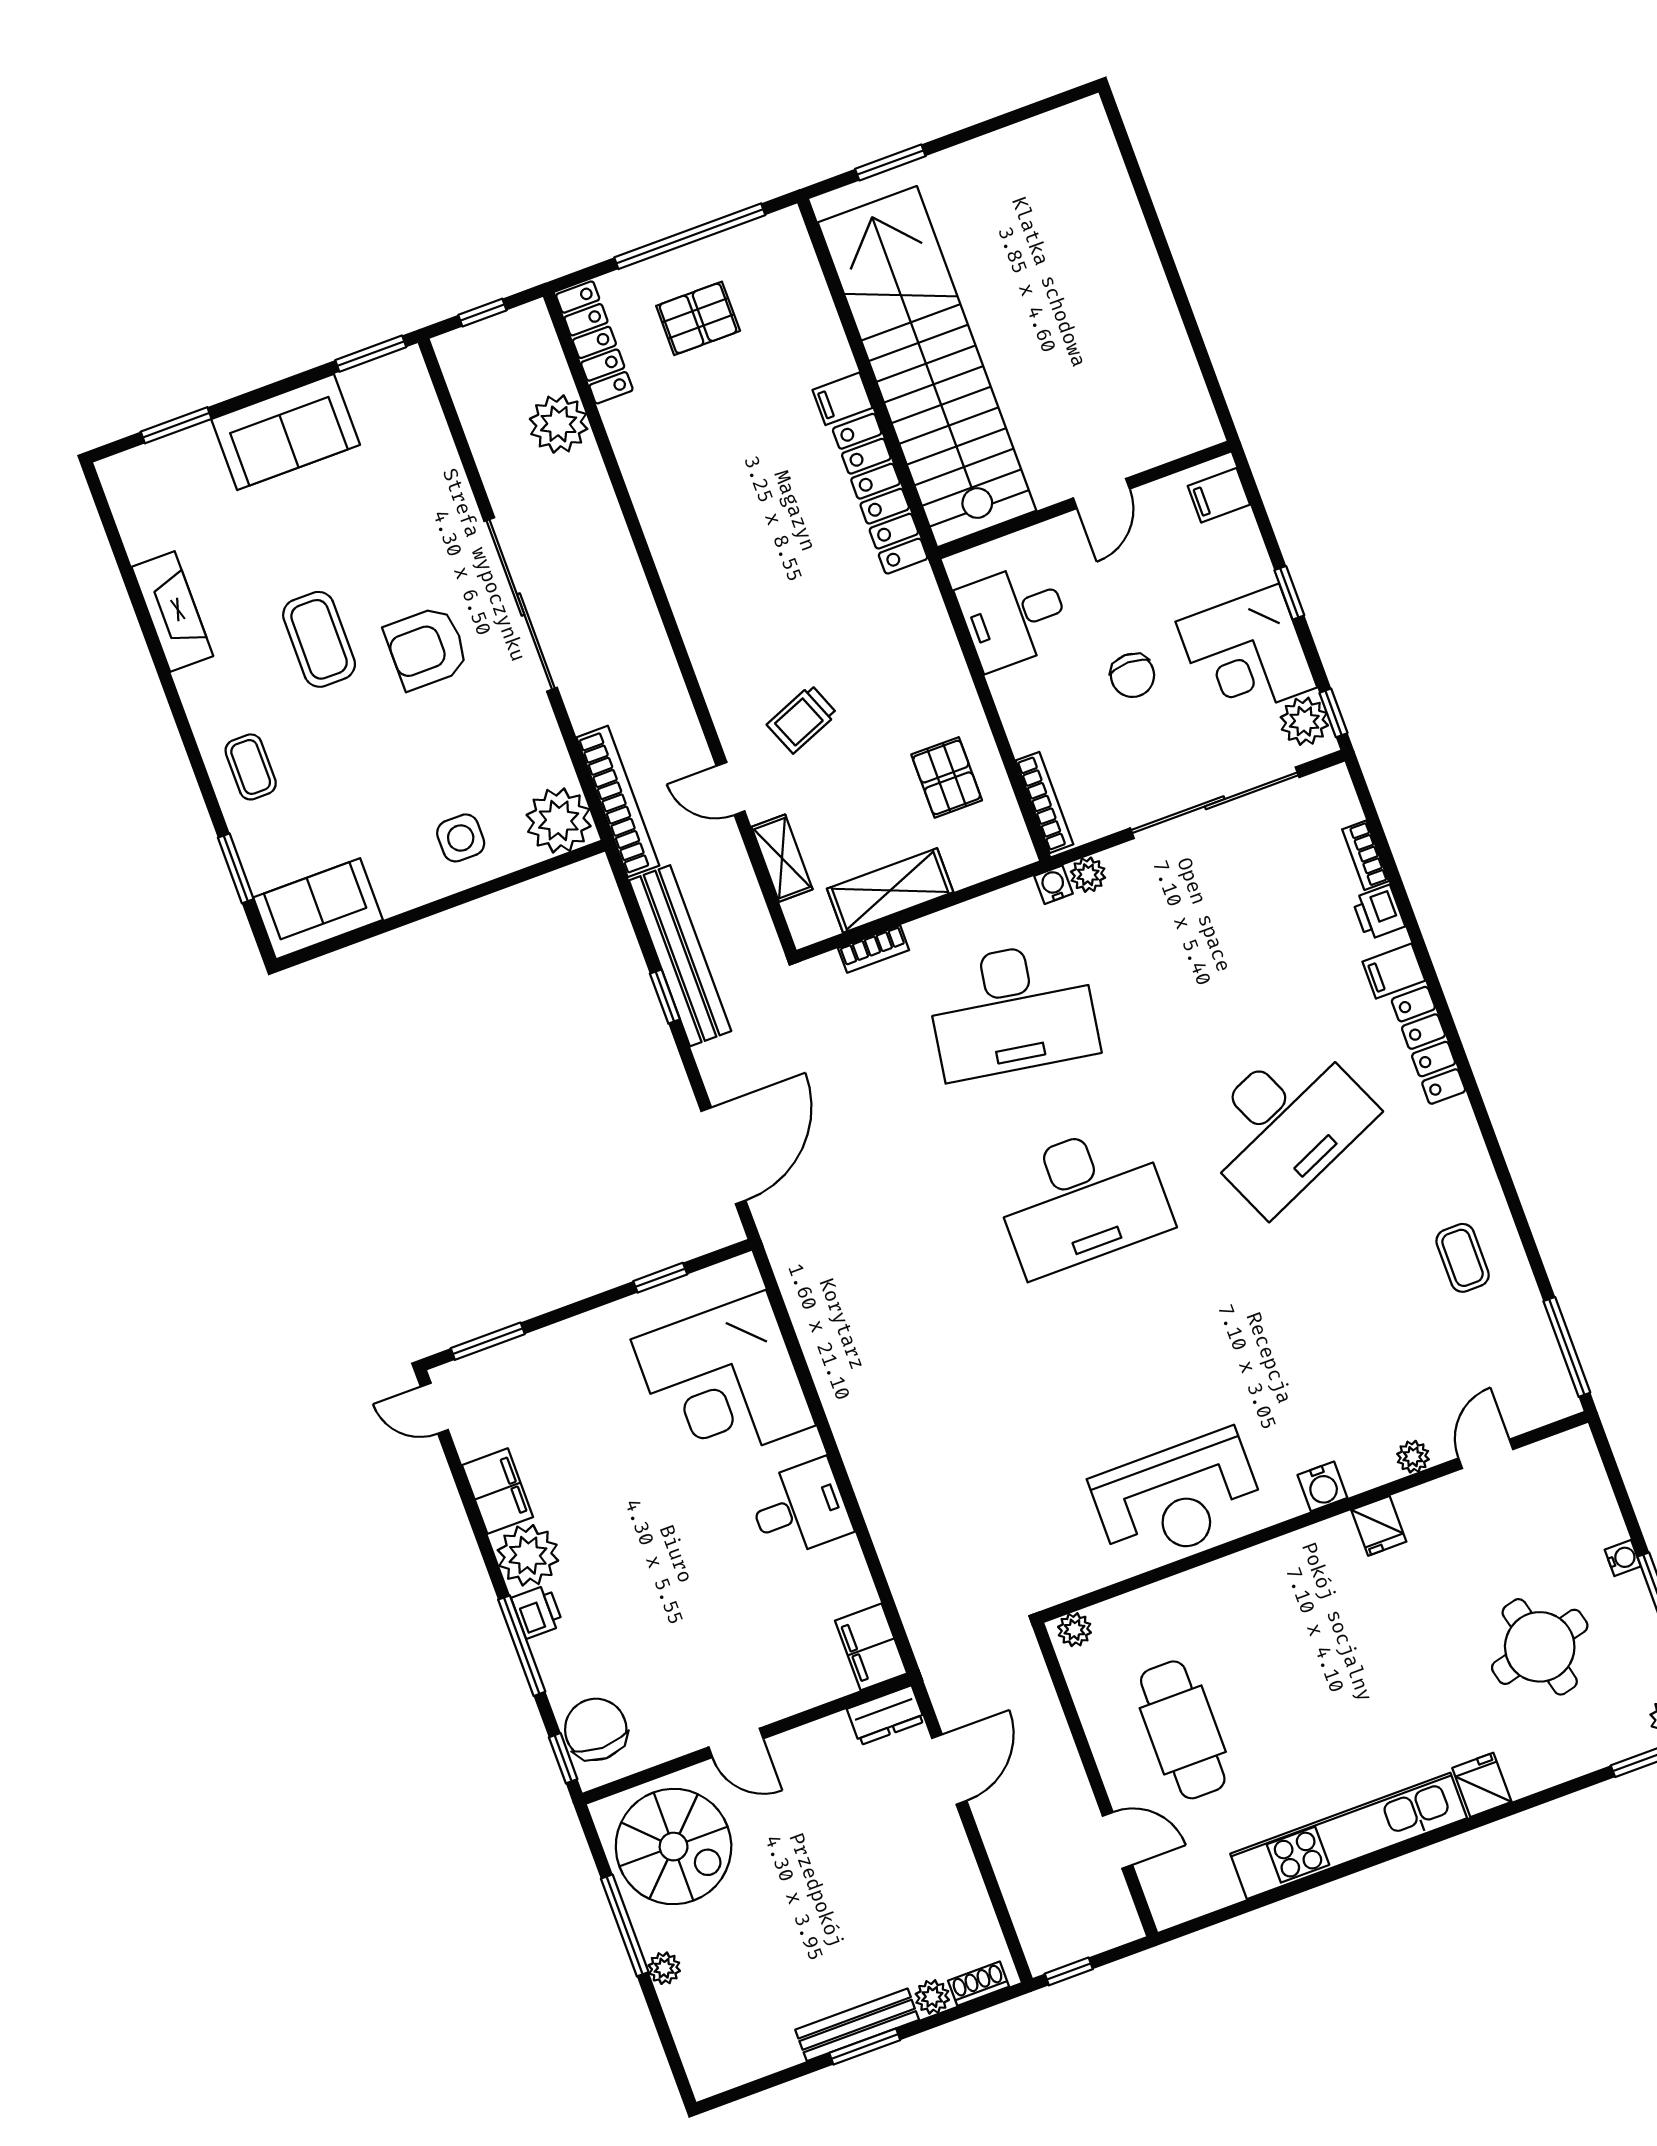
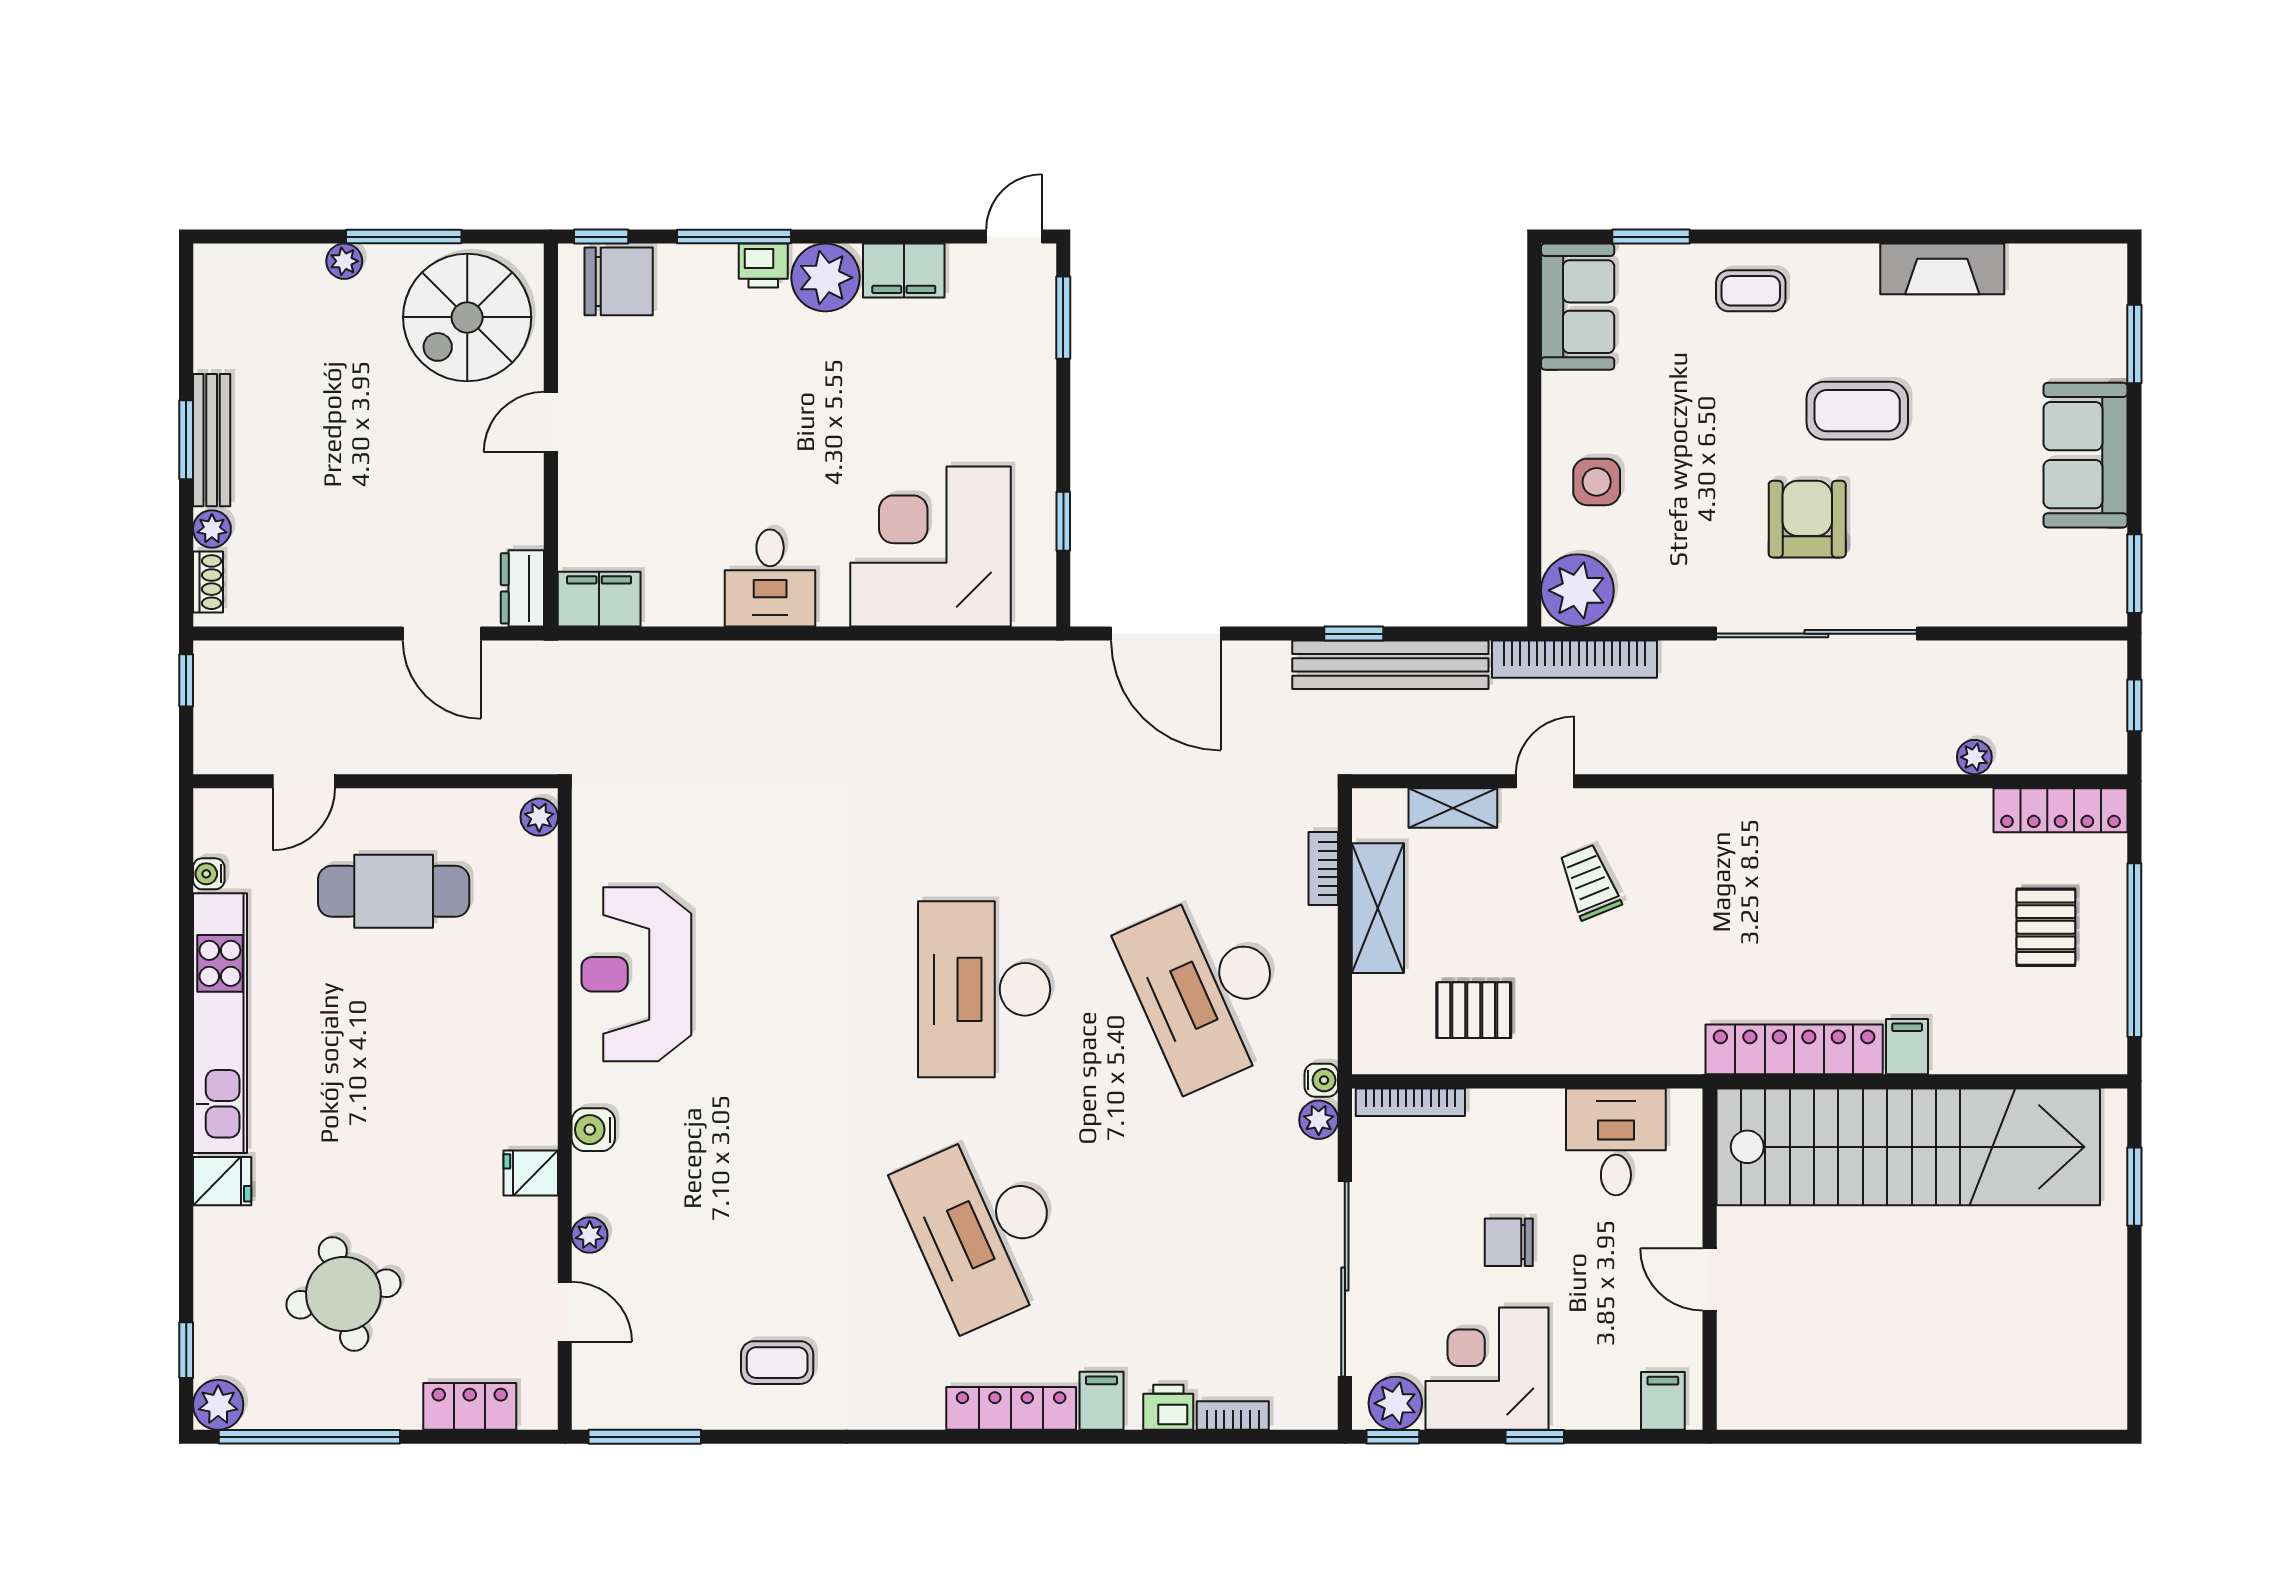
plant: (559, 424) -> (1974, 757), width x0.53, depth x0.53
desk: (1012, 1010) -> (1207, 989), turned -33
locker: (1596, 1505) -> (470, 1406), added
water cooler: (1623, 1558) -> (209, 874), moved, turned 90

